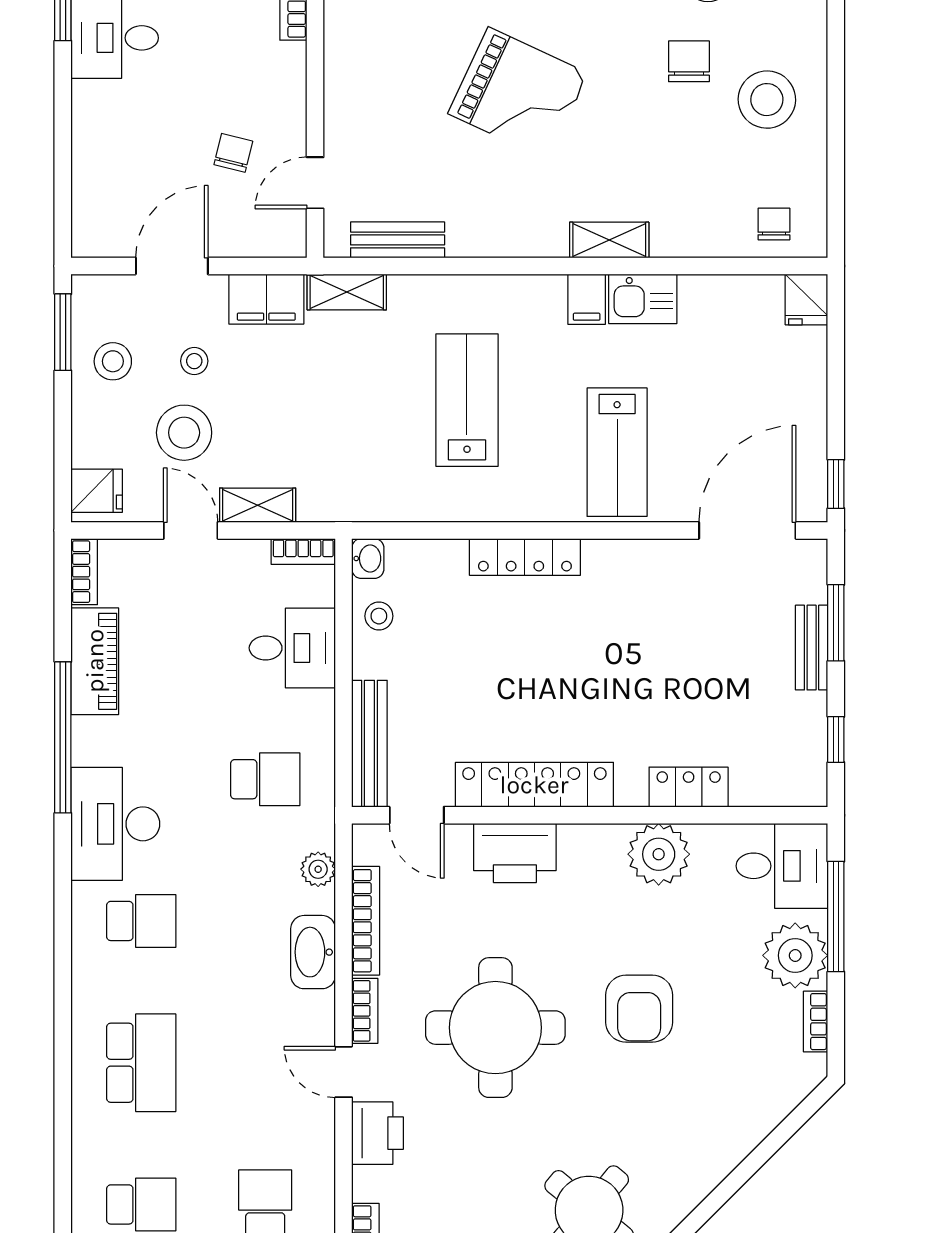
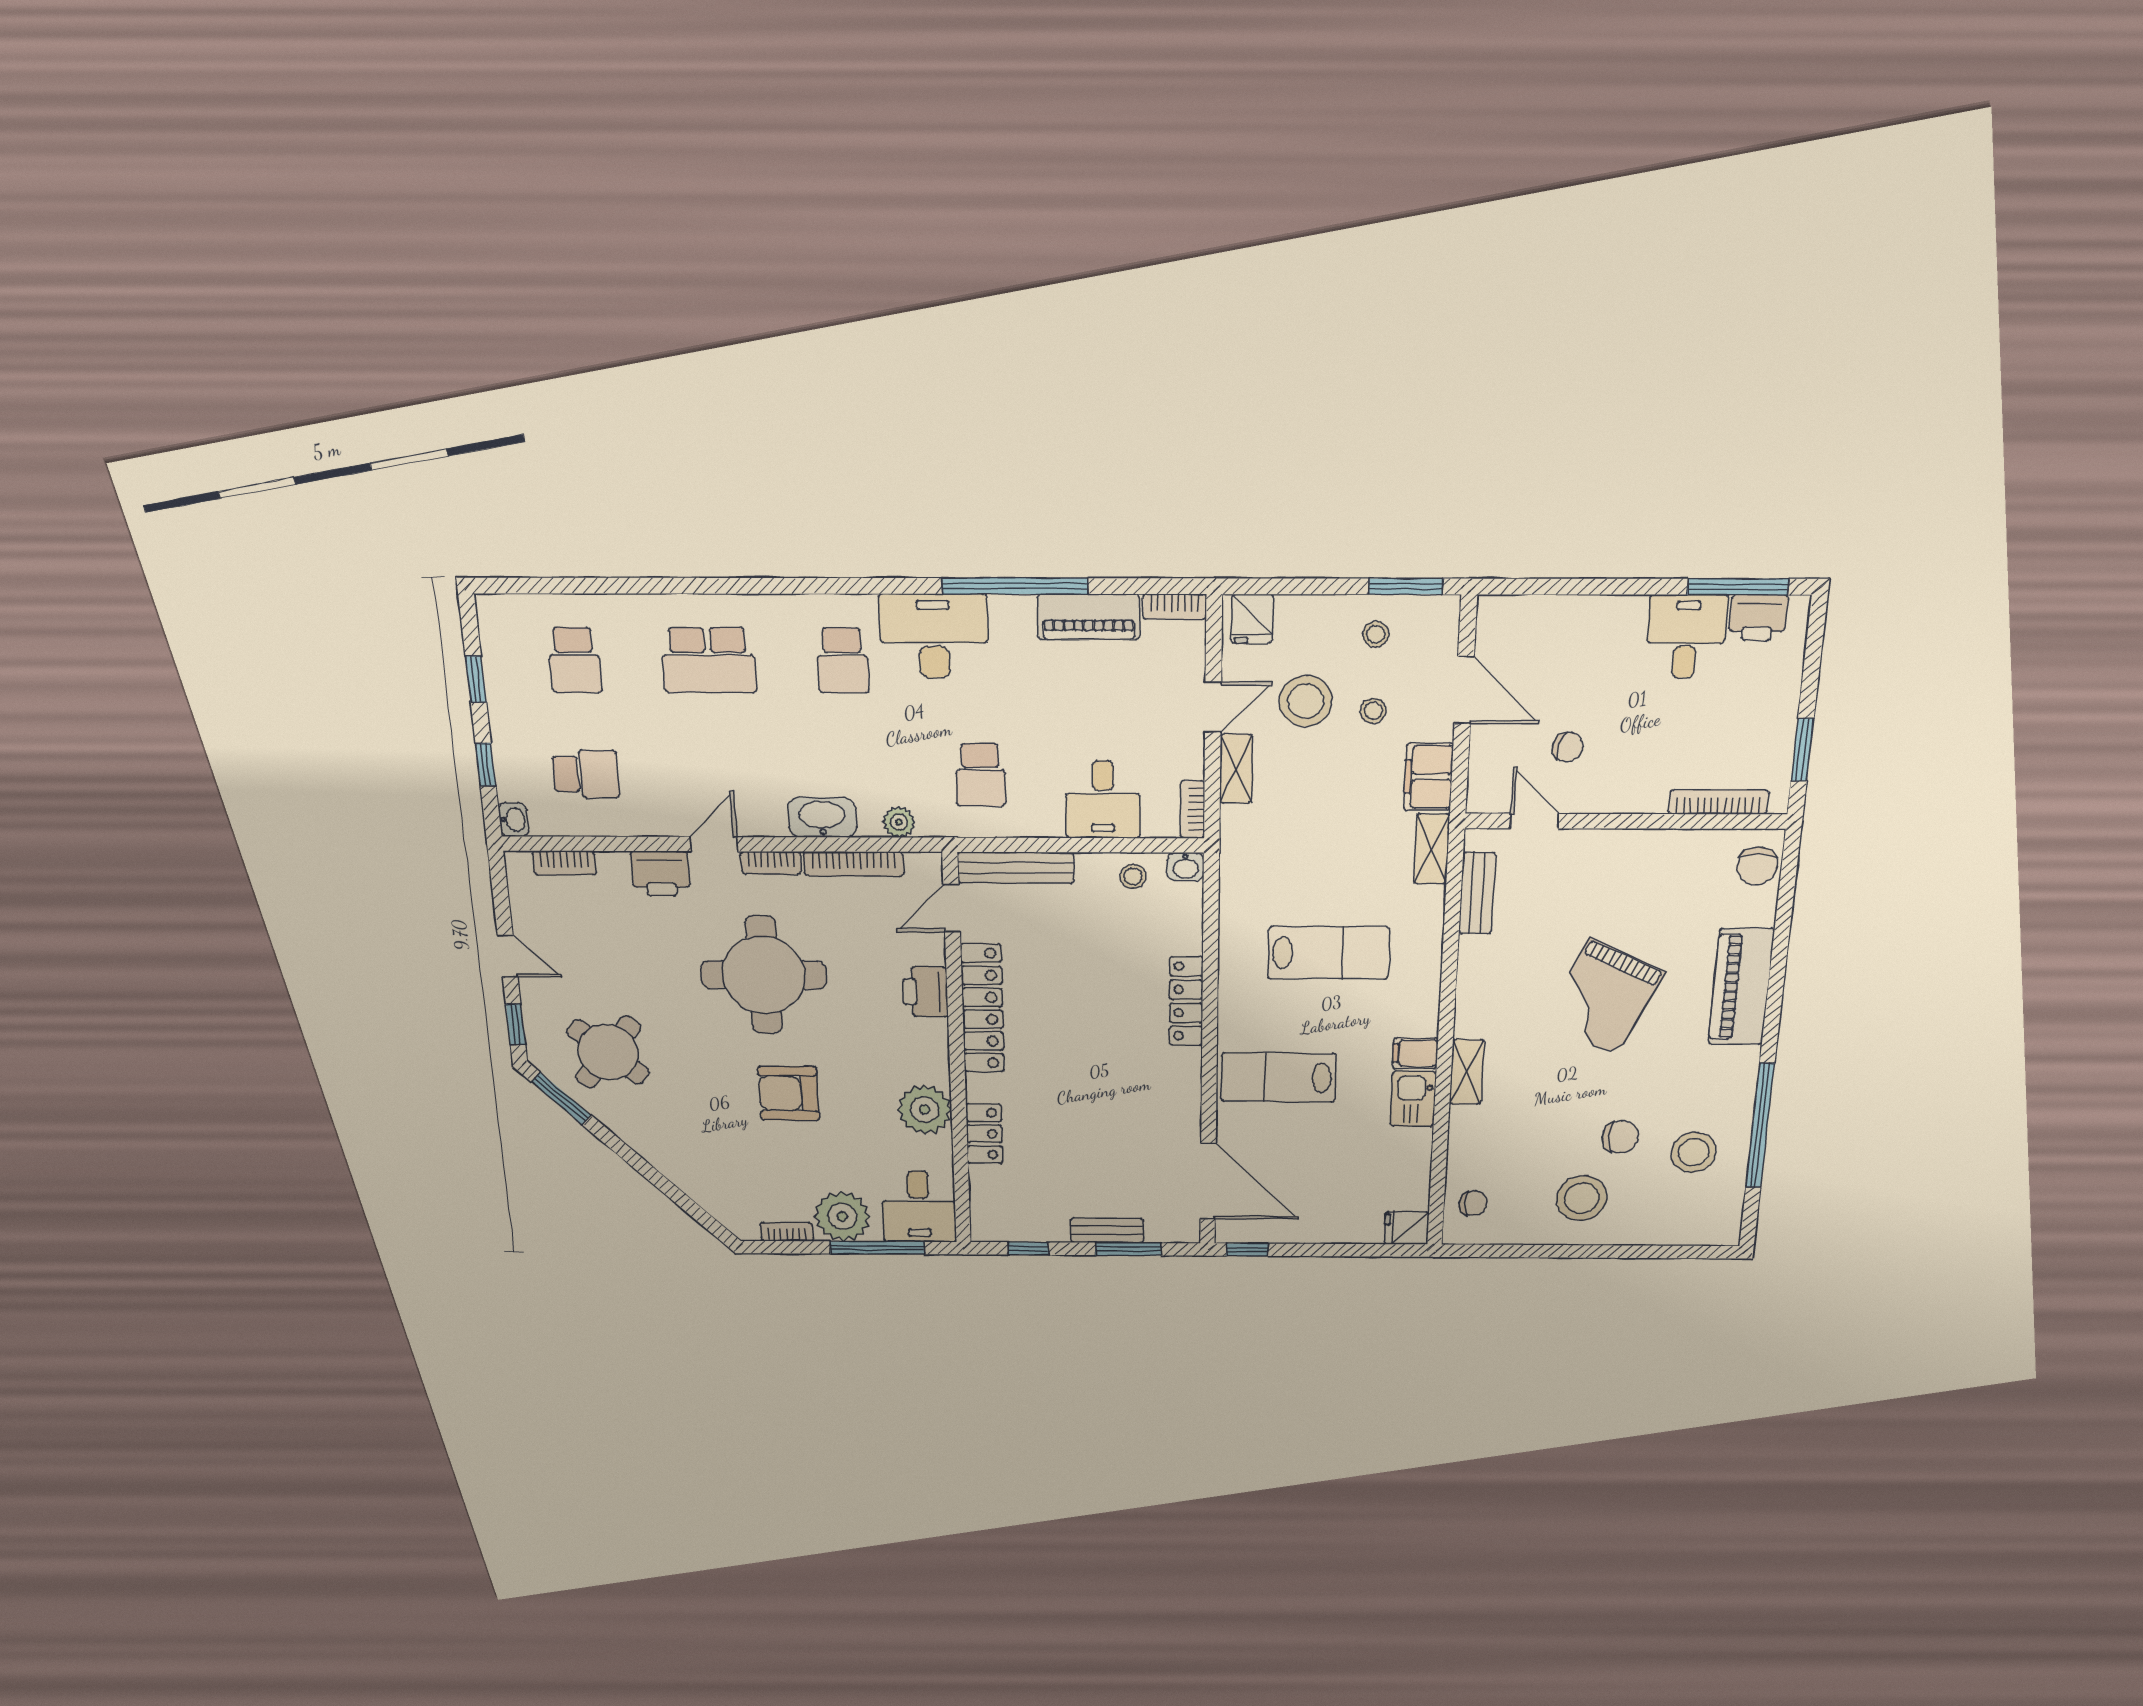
stool: (113, 361) -> (1376, 634), width x0.73, depth x0.73
printer: (515, 853) -> (925, 992), width x0.73, depth x0.84

